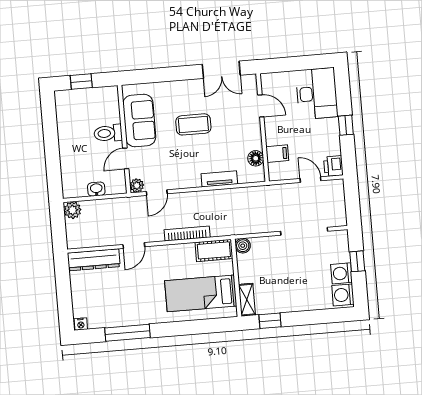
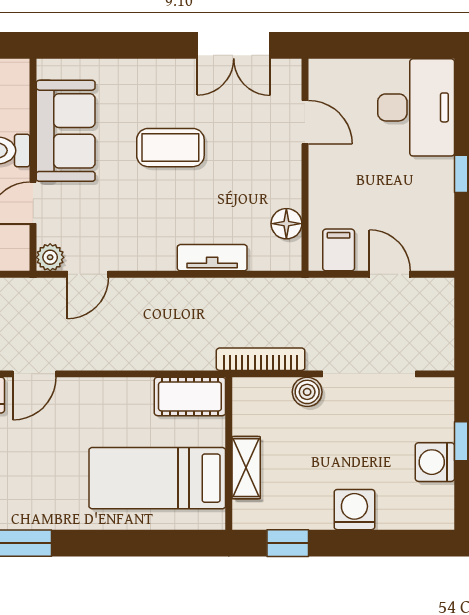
filing cabinet: (277, 154) -> (339, 250), moved, turned -90
printer: (333, 166) -> (437, 252), removed
bookcase: (187, 234) -> (261, 359), moved
boiler: (243, 246) -> (307, 392), moved
washing machine: (343, 295) -> (354, 510), moved, turned 90
shelving: (247, 300) -> (246, 468), moved

